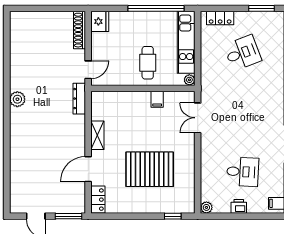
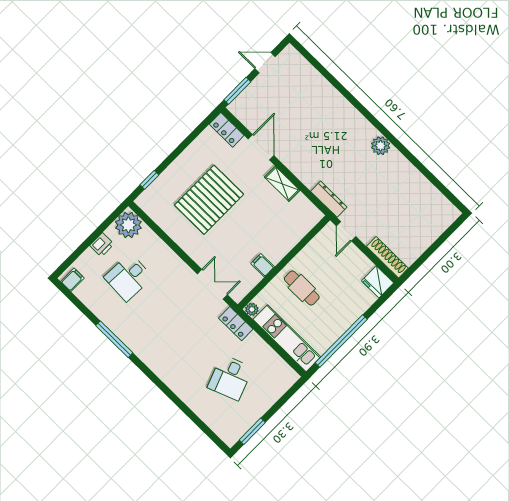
locker: (220, 18) -> (236, 324), moved, turned -90
plant: (206, 207) -> (128, 225), width x1.87, depth x1.87

